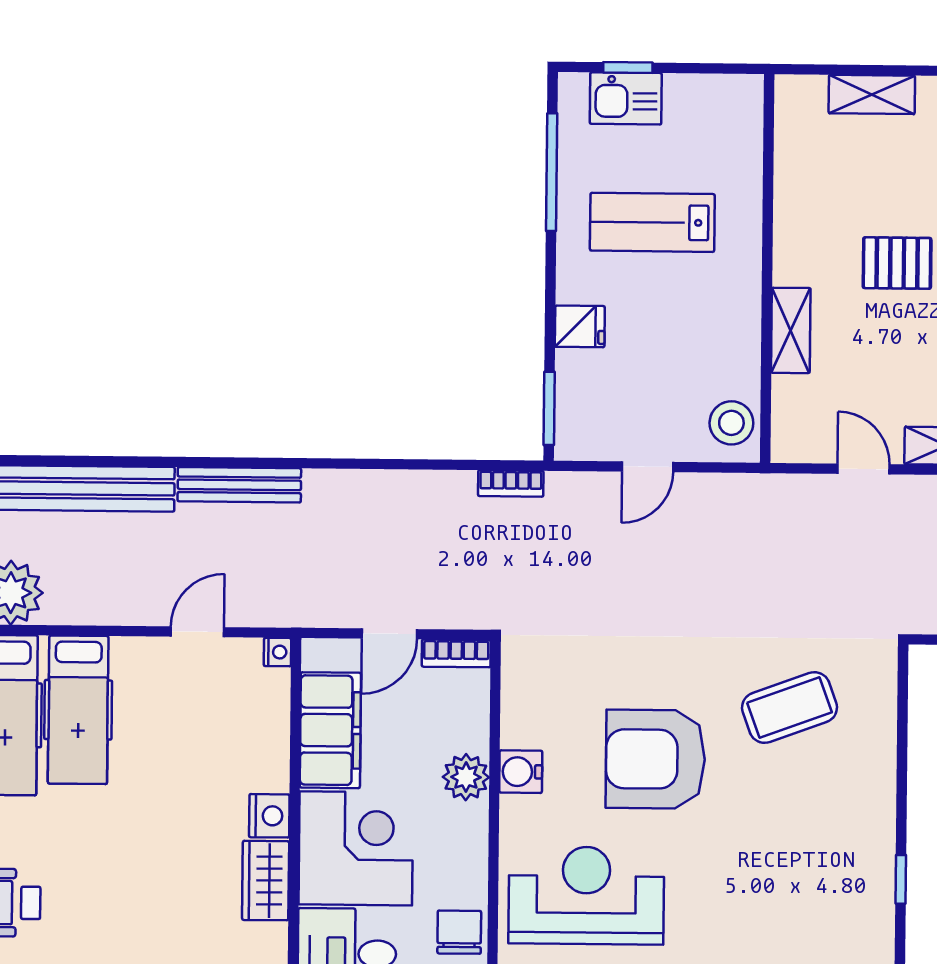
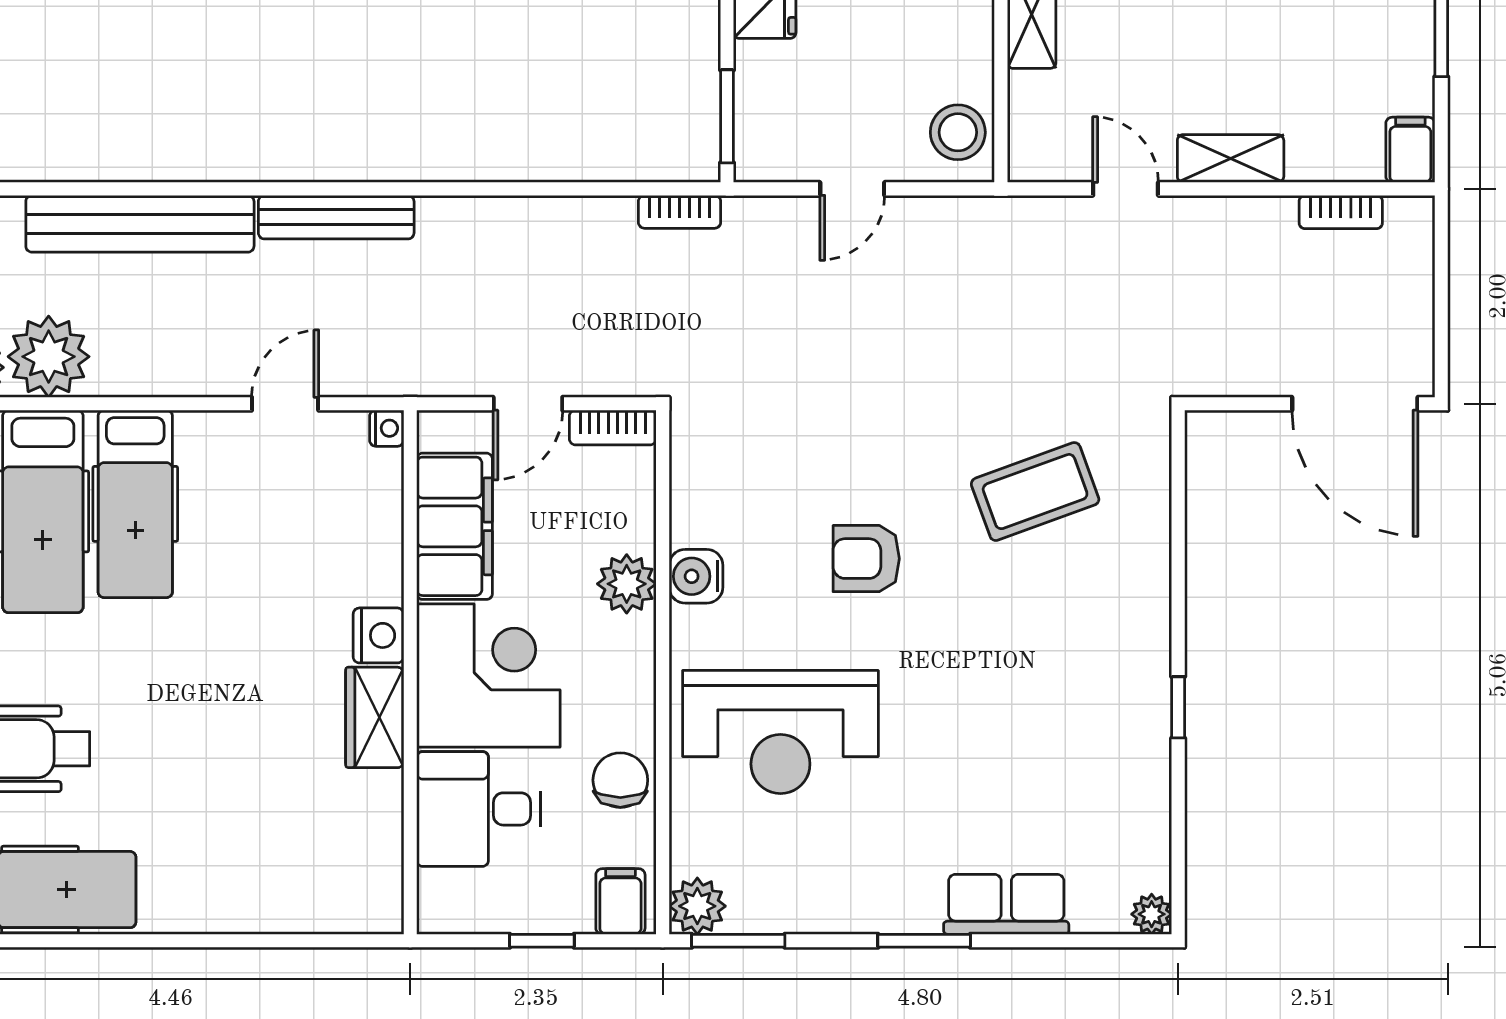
armchair: (655, 759) -> (866, 559), width x0.53, depth x0.53
reception desk: (586, 895) -> (780, 732), turned 180

